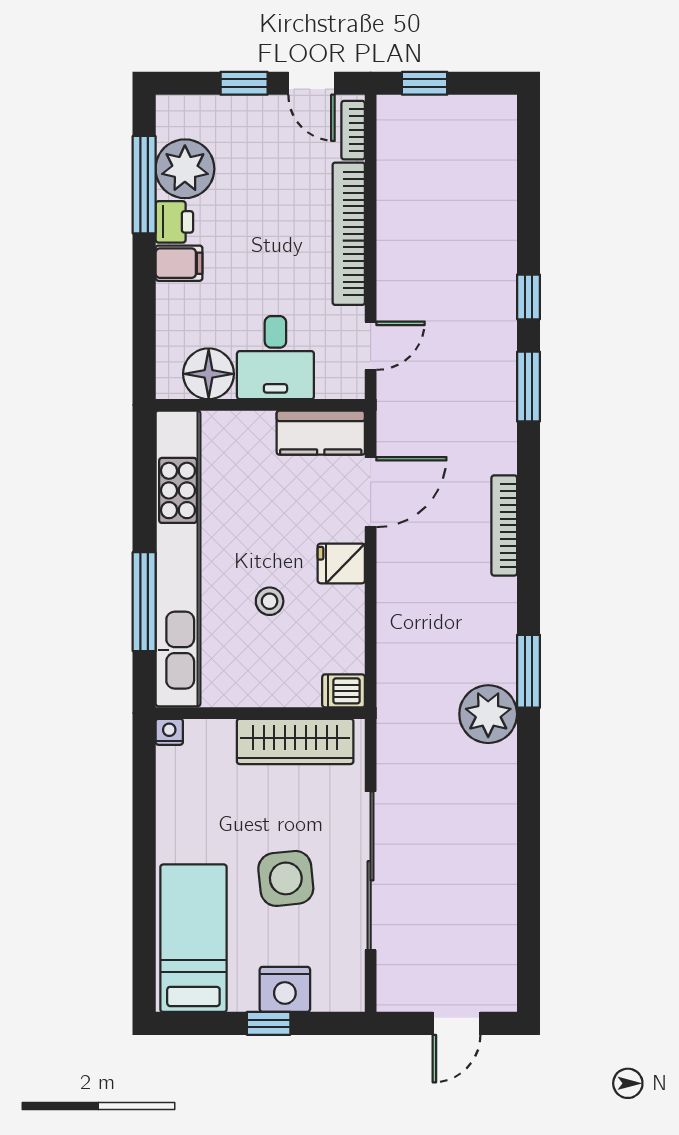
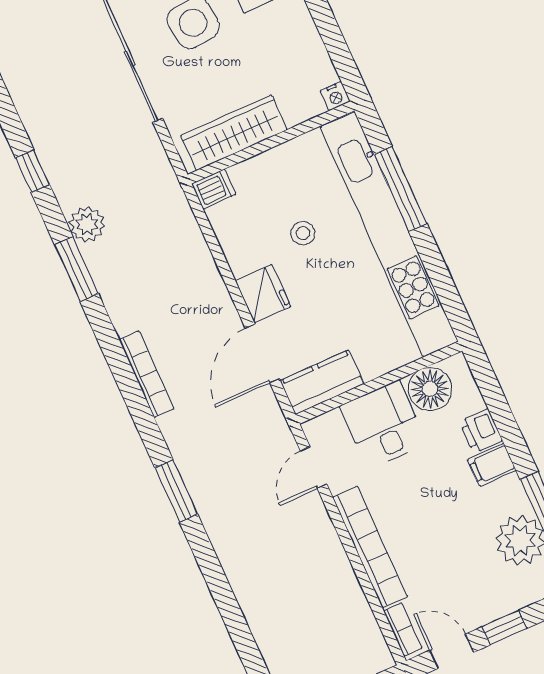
printer: (174, 222) -> (481, 431), moved
window: (529, 297) -> (33, 171), moved
fridge: (341, 563) -> (263, 294), width x1.38
plant: (488, 714) -> (87, 224), width x0.73, depth x0.73

